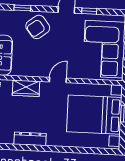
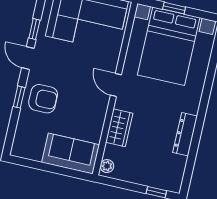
window: (22, 8) -> (19, 97), moved
armchair: (38, 27) -> (43, 99), turned -52

